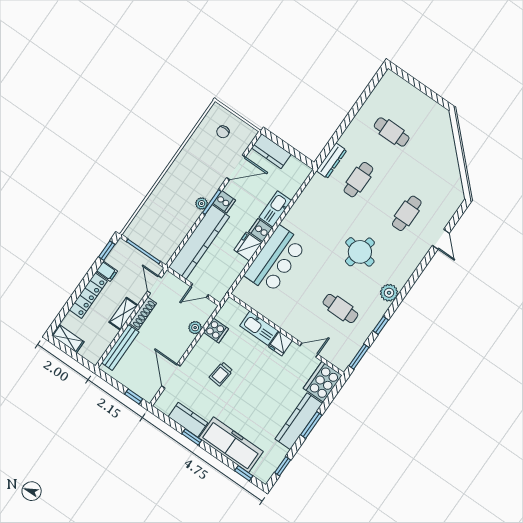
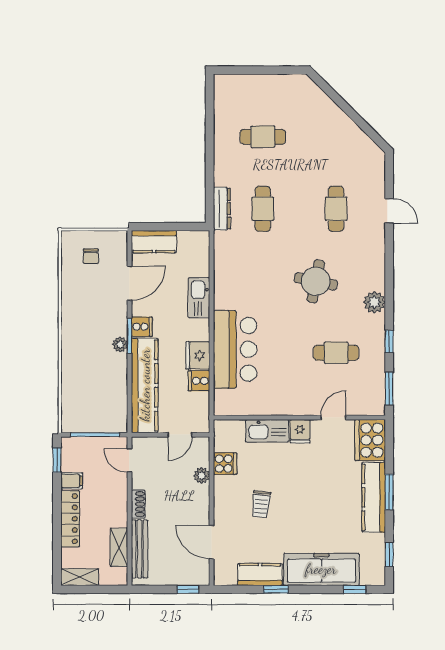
cooker: (260, 230) -> (199, 381), moved
shoe rack: (143, 313) -> (138, 504), width x0.70
shelving: (124, 314) -> (119, 547), moved

